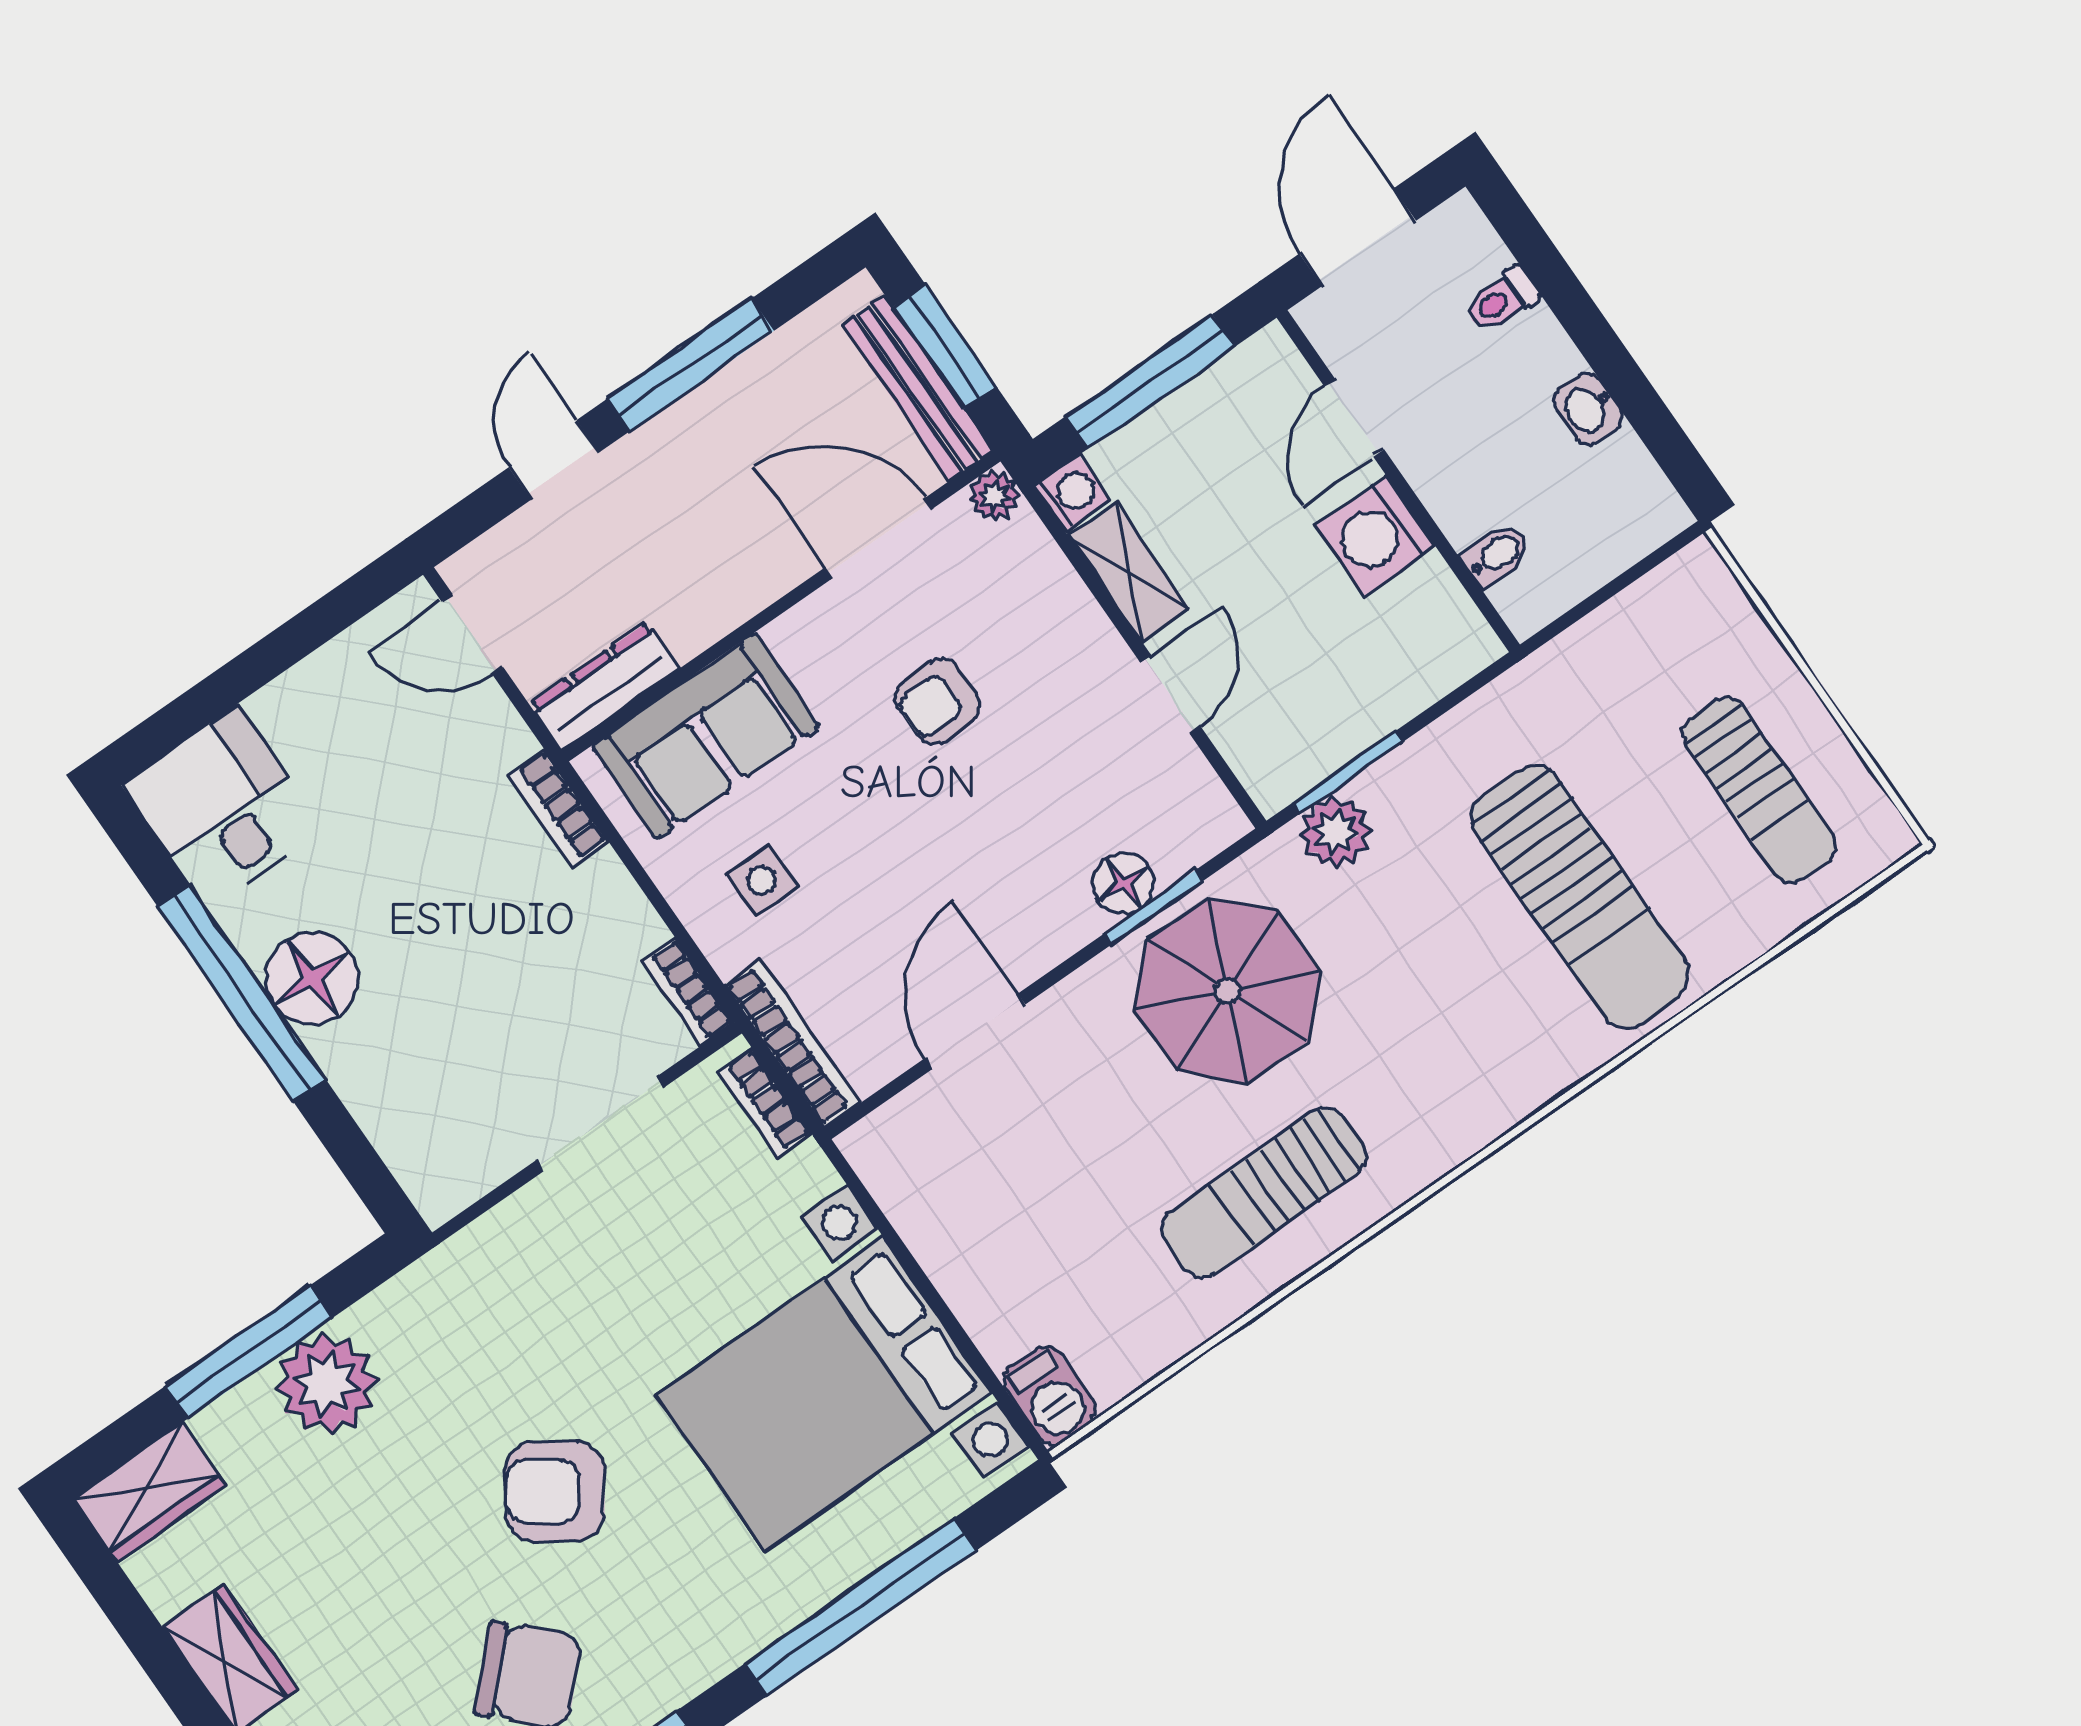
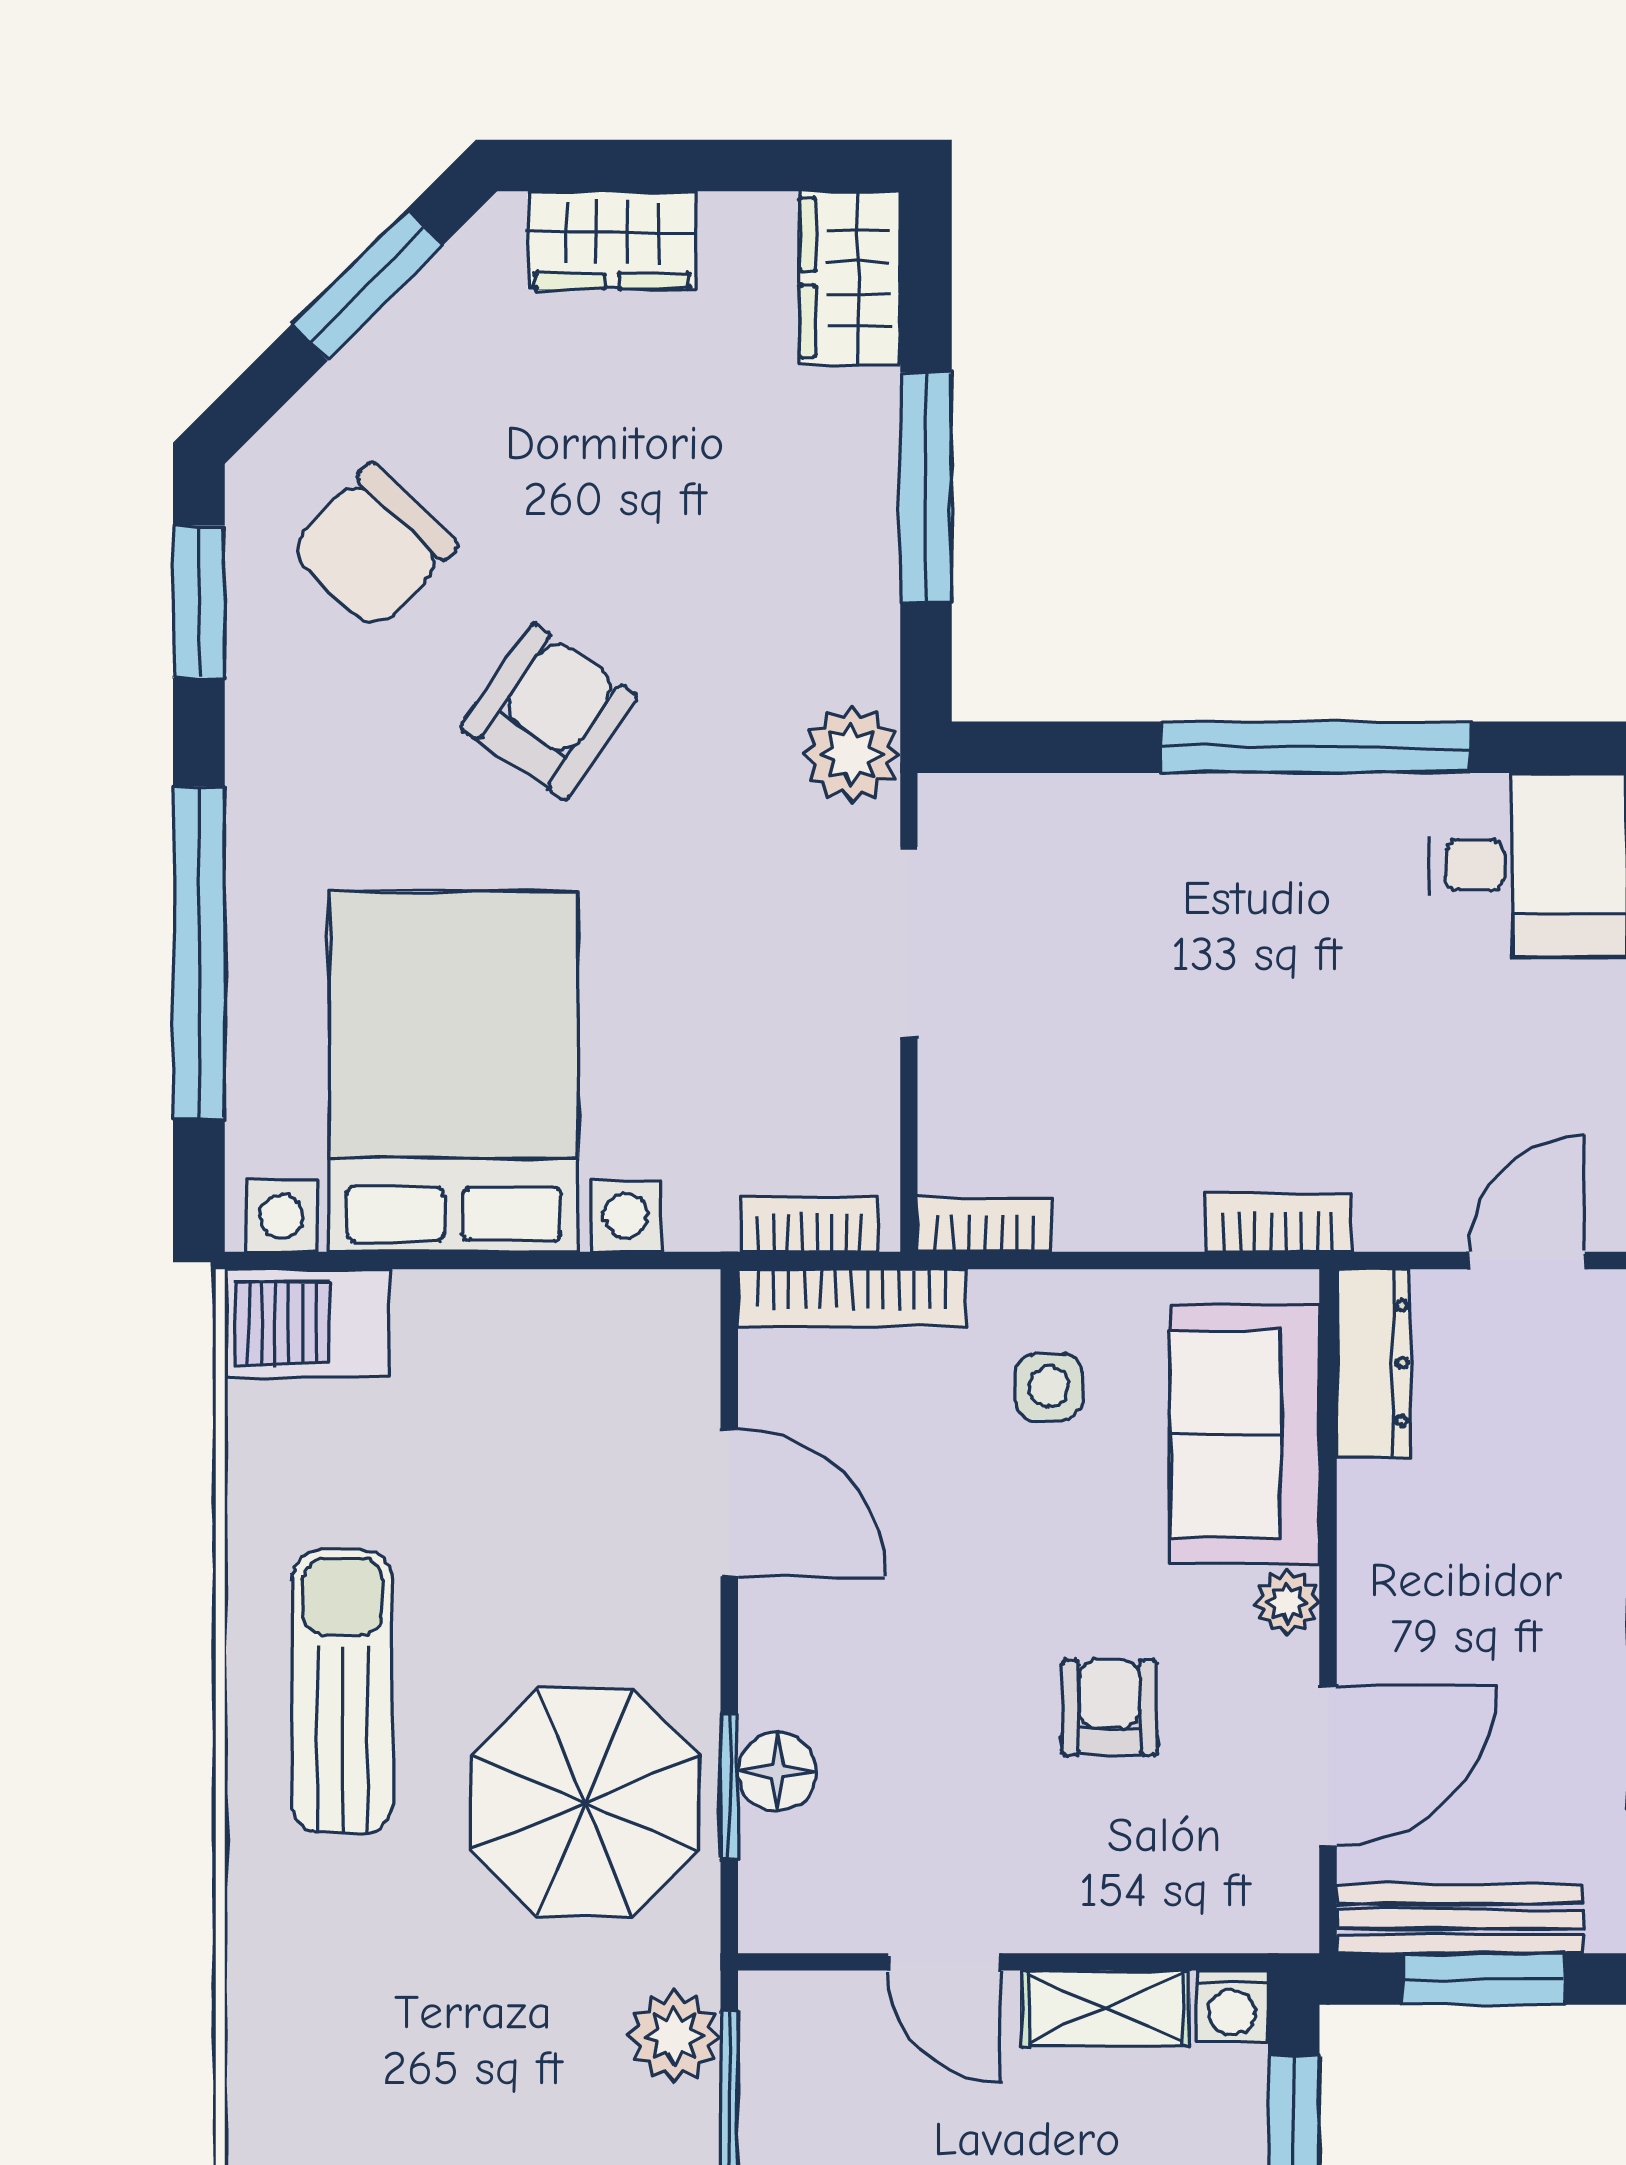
plant: (994, 496) -> (1287, 1603), moved
floor lamp: (312, 978) -> (1279, 833), removed
doorway: (600, 1124) -> (909, 943), moved
plant: (327, 1384) -> (852, 755), moved, width x0.73, depth x0.73
barbecue: (1049, 1396) -> (307, 1323), width x1.38, depth x1.27

